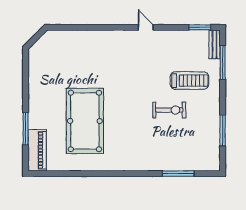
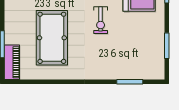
exercise bike: (169, 110) -> (101, 20), moved, turned 90

